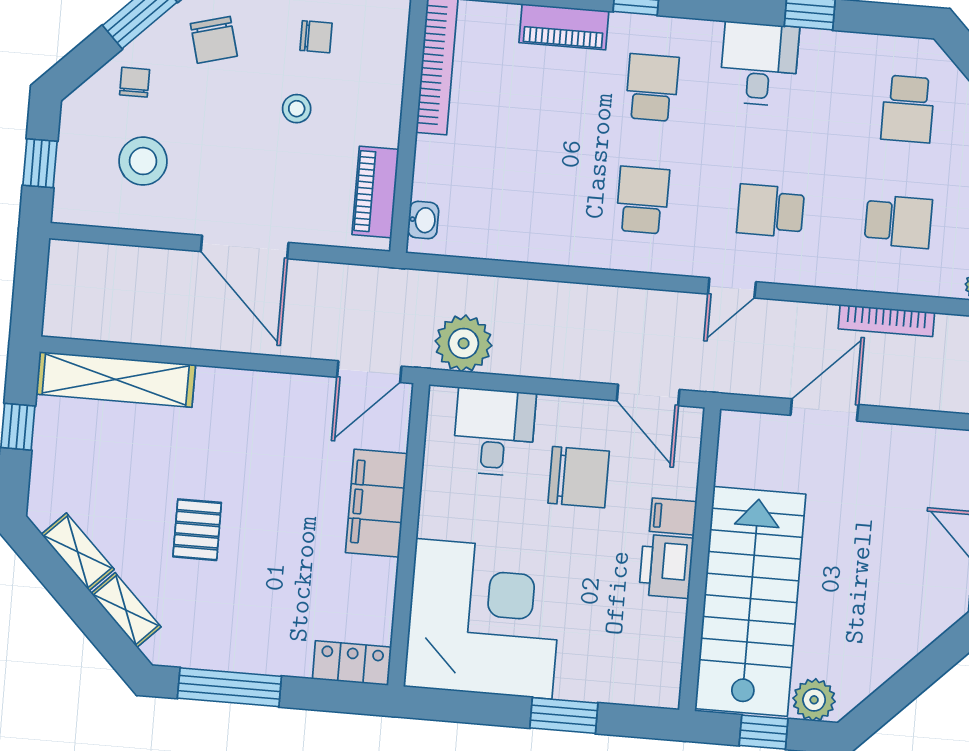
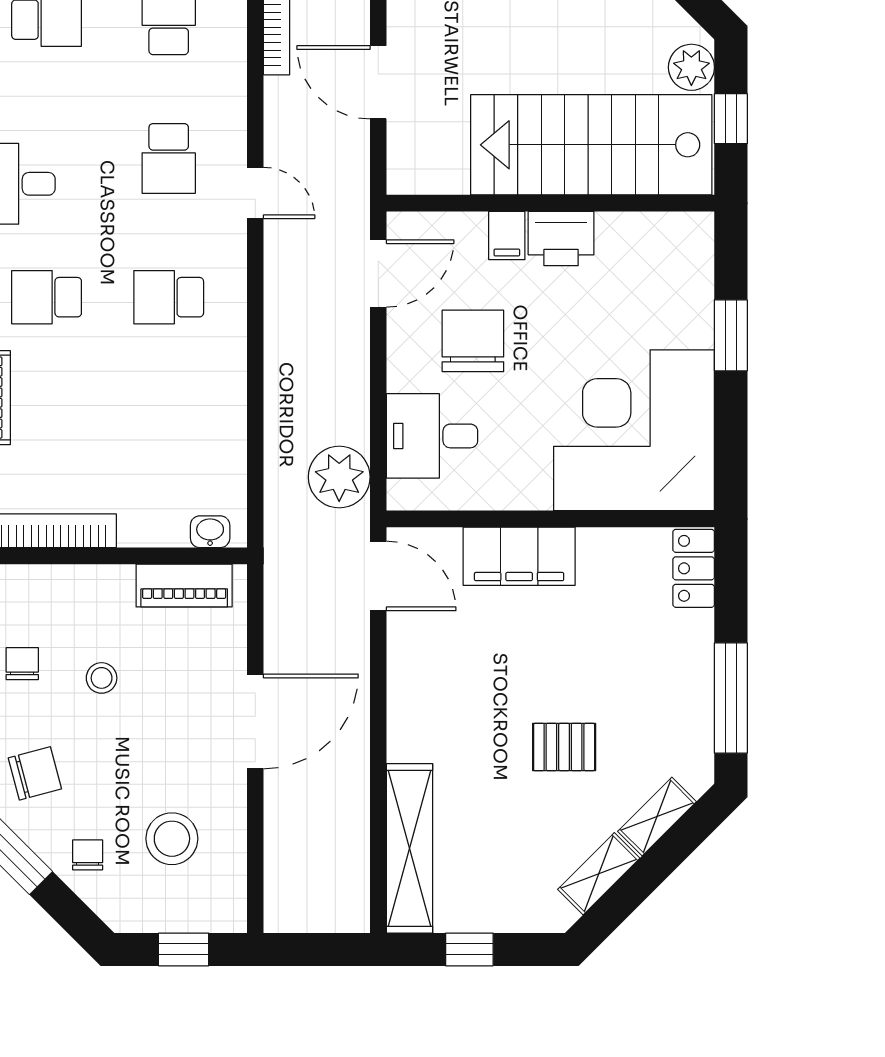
chair: (135, 82) -> (88, 855), turned 90

